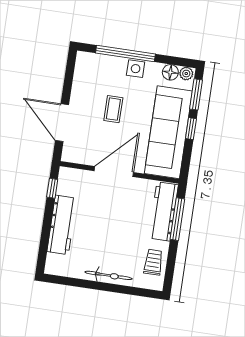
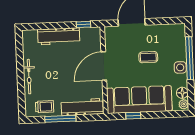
window: (196, 94) -> (170, 114), removed
window: (191, 129) -> (133, 116), moved
door: (114, 172) -> (104, 66), swing flipped
window: (177, 219) -> (60, 119), moved

